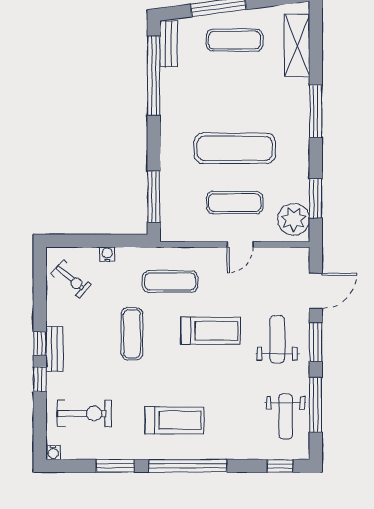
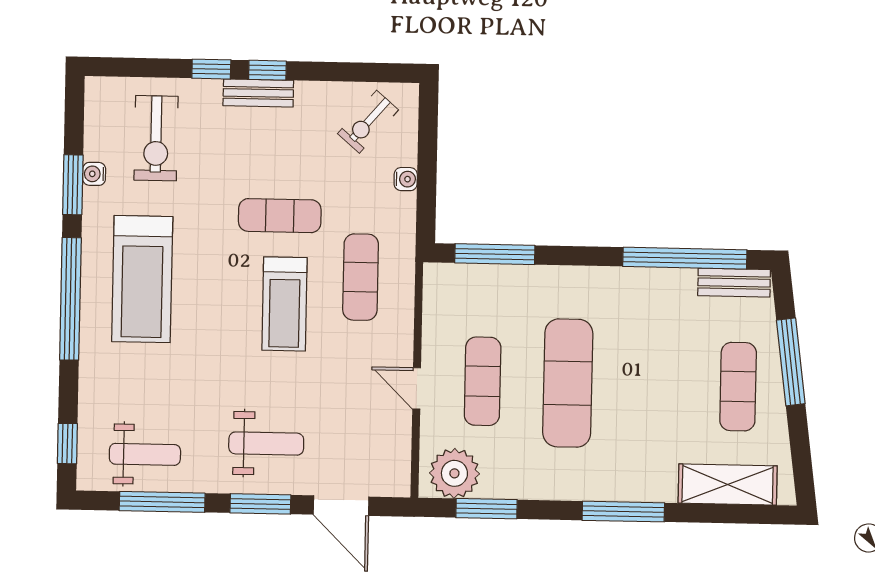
treadmill: (211, 331) -> (284, 304), moved
weight bench: (286, 416) -> (145, 454), turned 180
treadmill: (174, 420) -> (142, 279), width x1.37, depth x1.38
water cooler: (53, 452) -> (94, 174), moved

